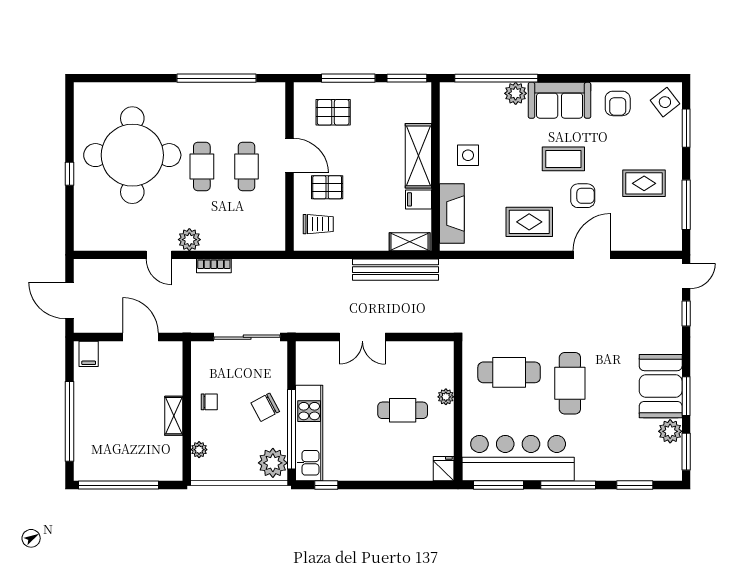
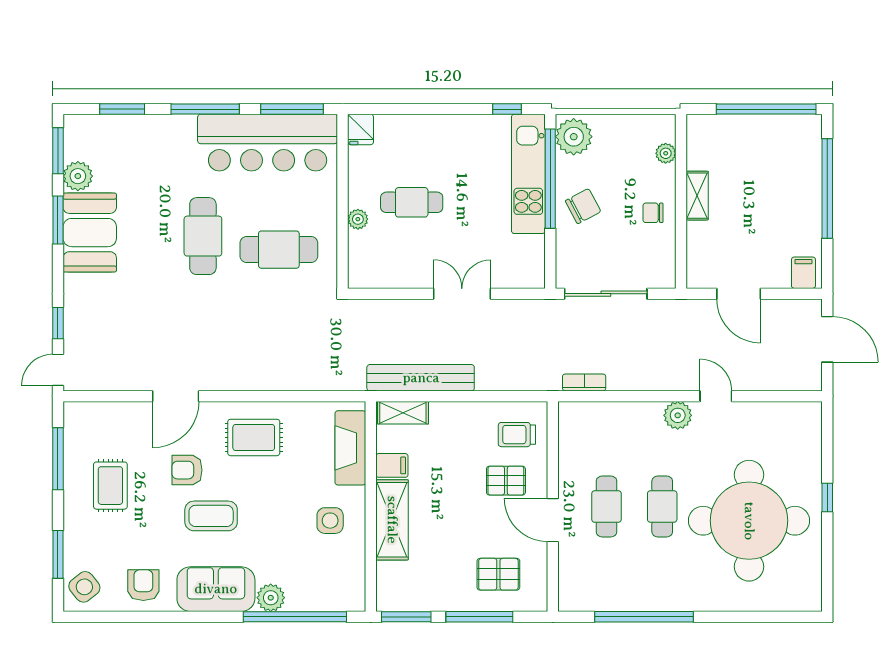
rug: (644, 183) -> (110, 486), turned 90
bookcase: (214, 266) -> (584, 382), moved

